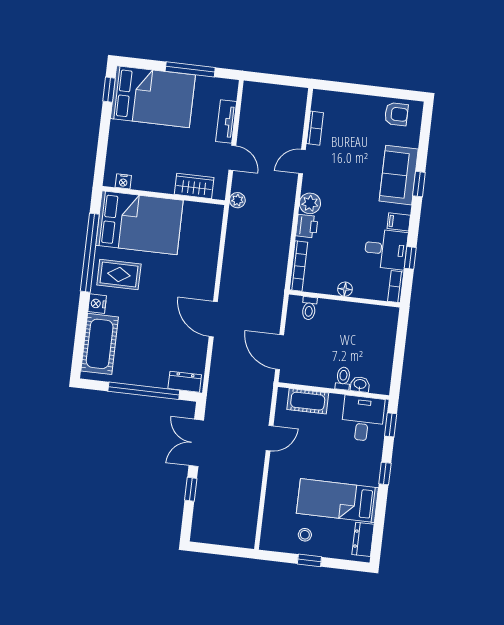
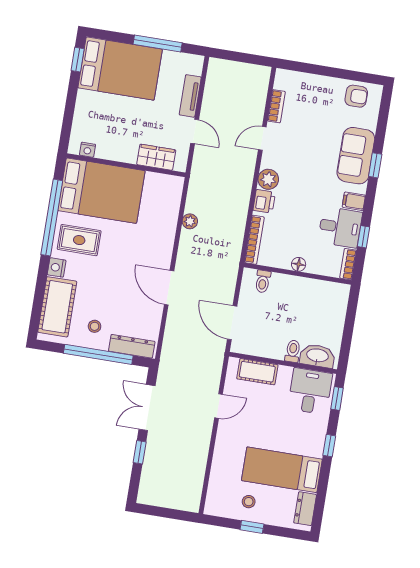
plant: (237, 200) -> (190, 221), moved
stool: (139, 362) -> (95, 326), added
dresser: (185, 382) -> (132, 346), width x1.44
washbasin: (360, 384) -> (317, 356), width x1.91, depth x1.45

